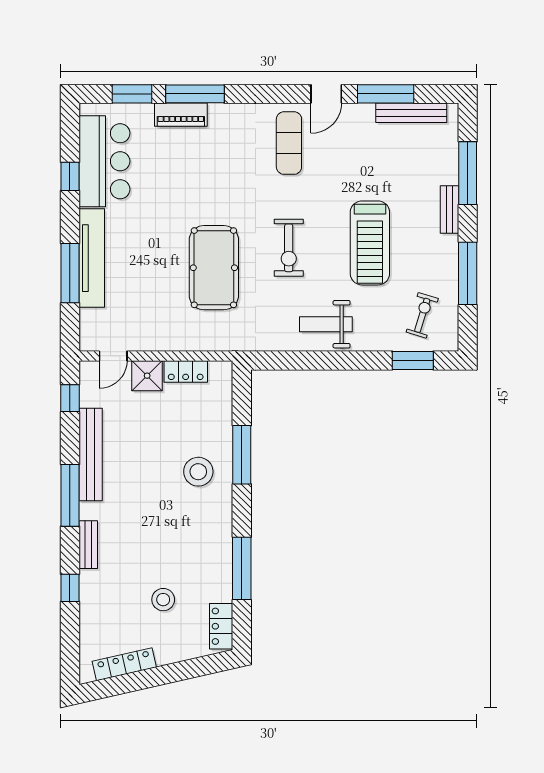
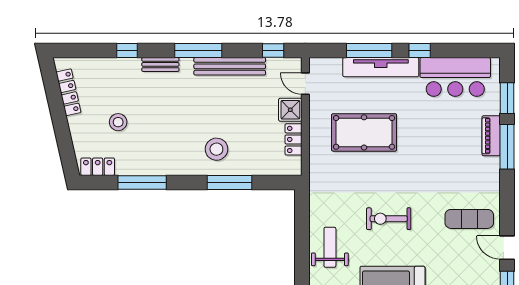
window: (70, 176) -> (420, 50), moved
pool table: (214, 268) -> (364, 132), moved

